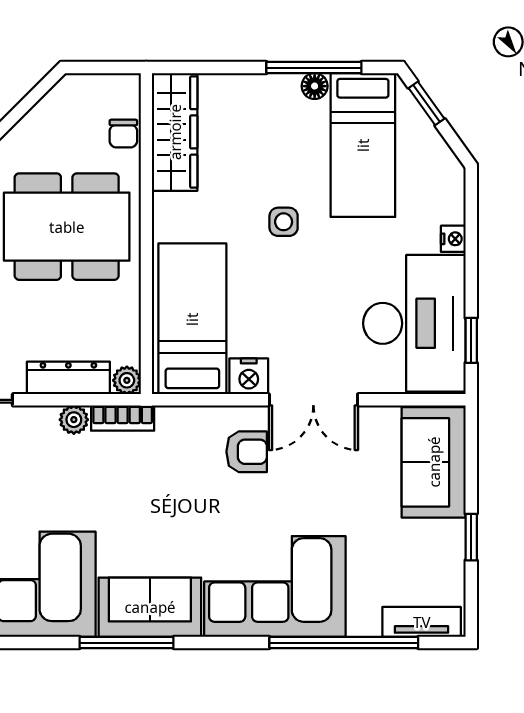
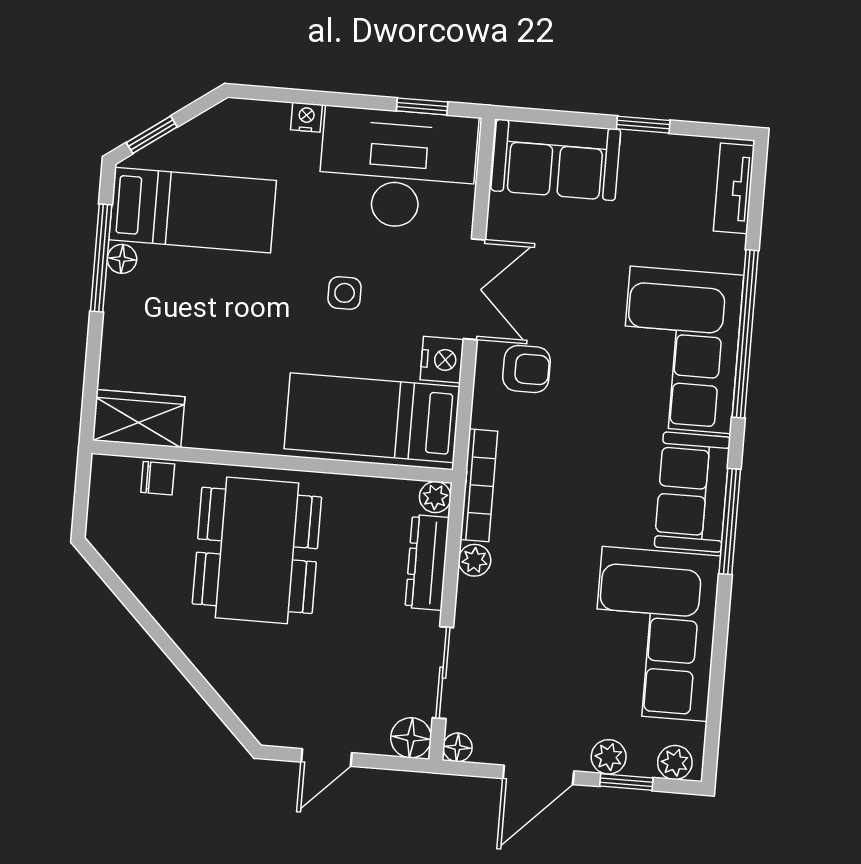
wardrobe: (175, 132) -> (139, 418), width x0.67
side table: (284, 222) -> (345, 293), moved
bookcase: (123, 418) -> (479, 485), width x1.56
armchair: (247, 452) -> (527, 369), turned 90
window: (344, 643) -> (745, 334), moved

